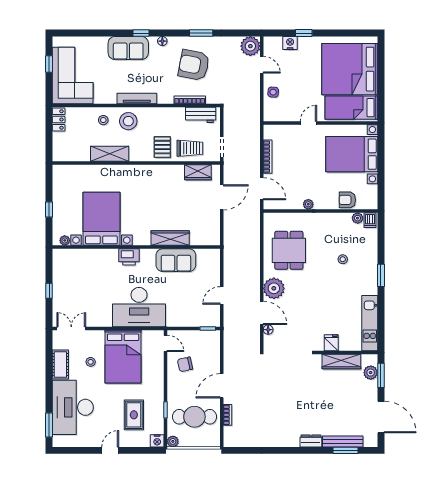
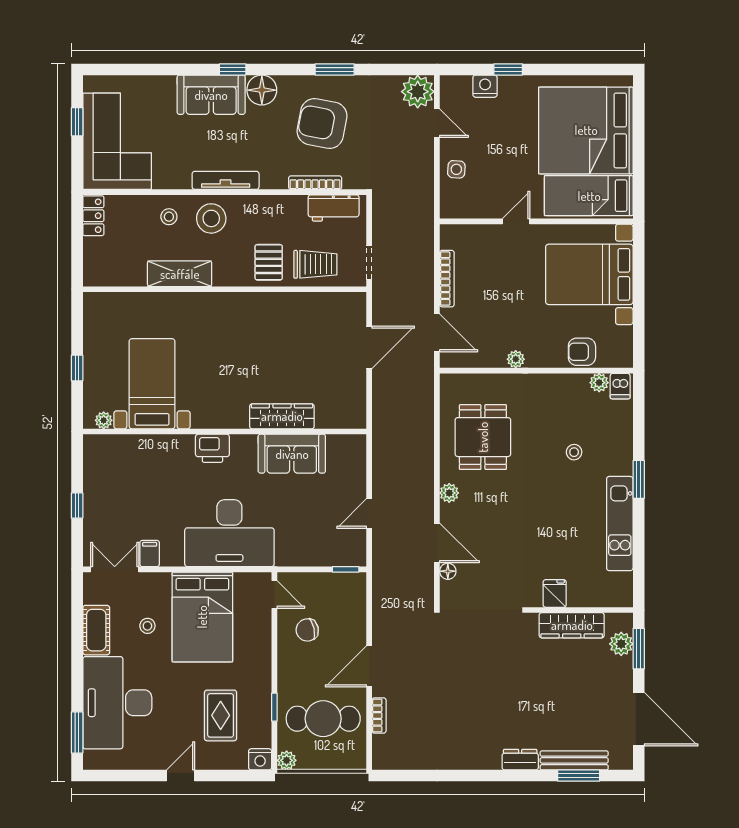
floor lamp: (162, 41) -> (262, 90), width x1.89, depth x1.89
wardrobe: (198, 172) -> (329, 305), removed
bed with nightstands: (101, 219) -> (152, 384), width x0.73
plant: (274, 288) -> (449, 493), width x0.53, depth x0.53
filing cabinet: (92, 319) -> (150, 554), added
kitchen unit: (370, 323) -> (620, 524), moved

